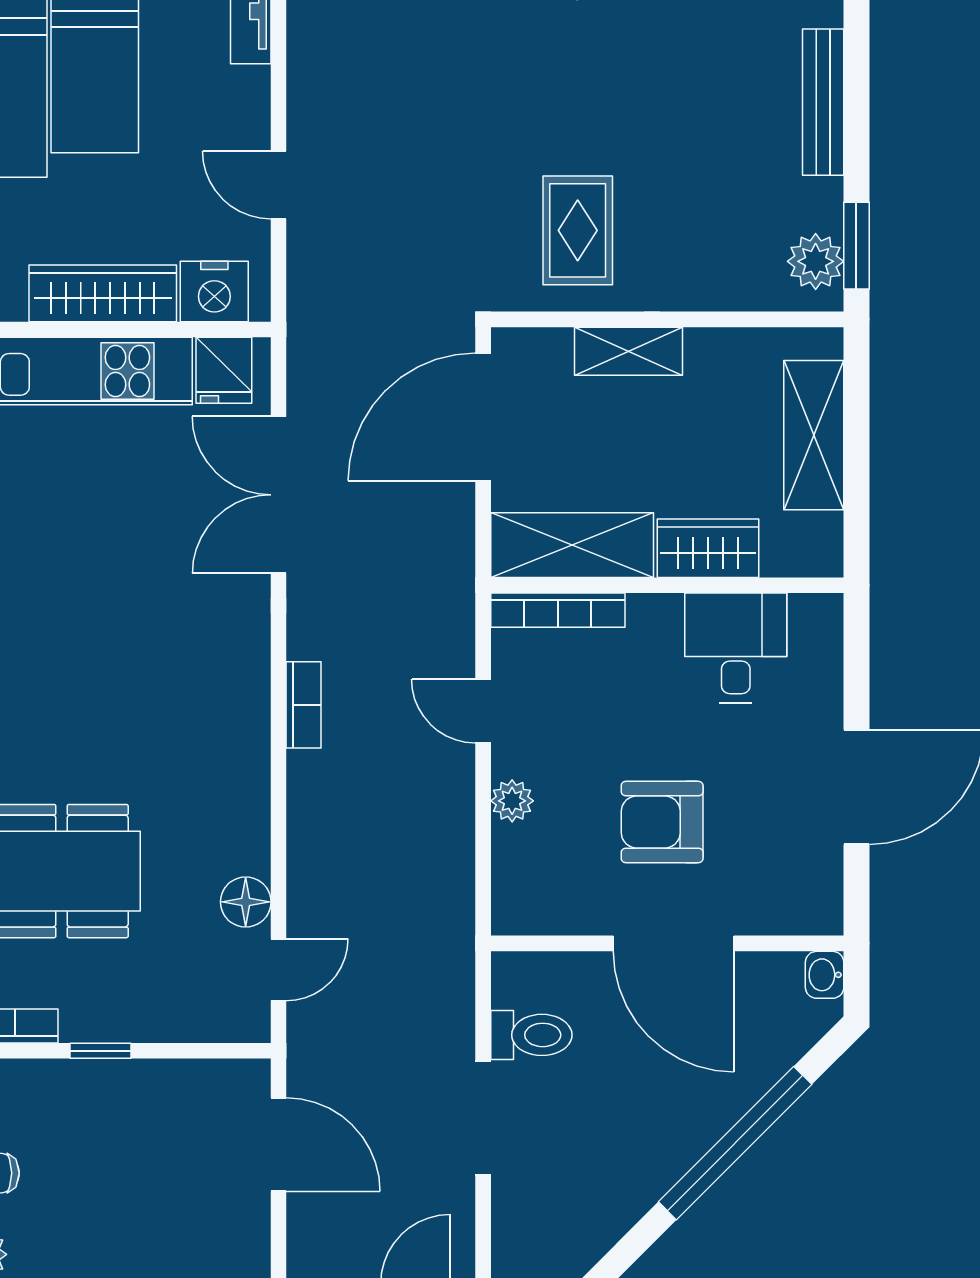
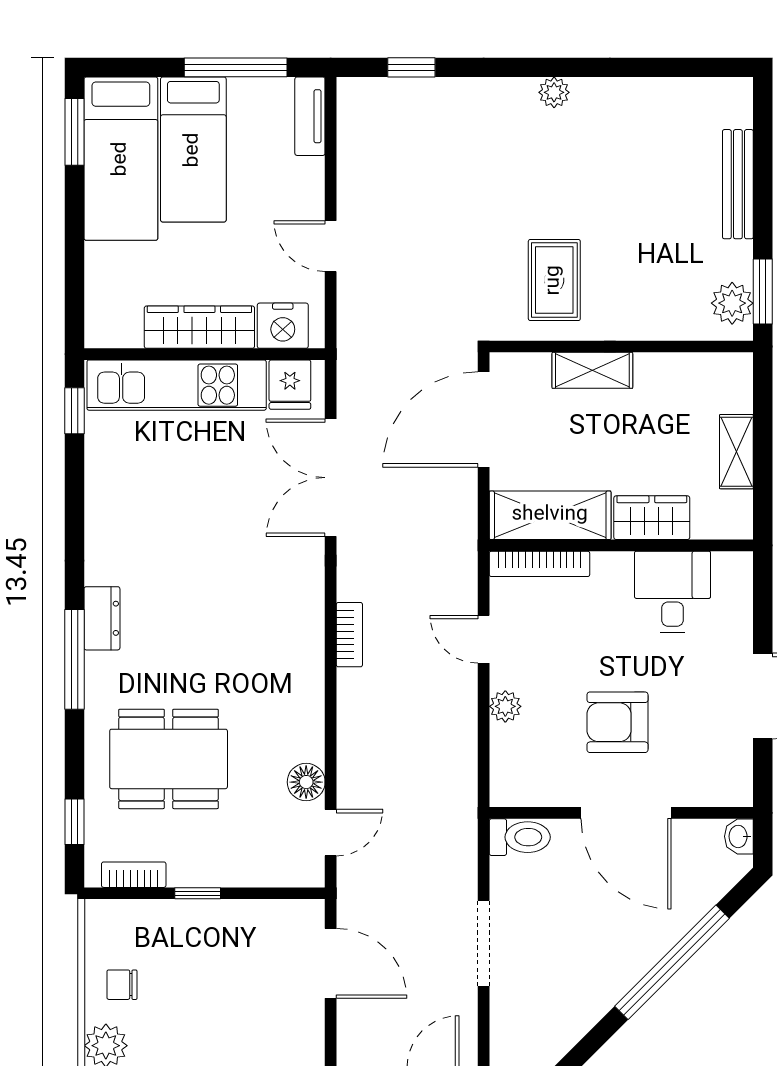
shelving: (814, 435) -> (736, 452), width x0.67, depth x0.75
toilet: (531, 1035) -> (520, 837), moved

